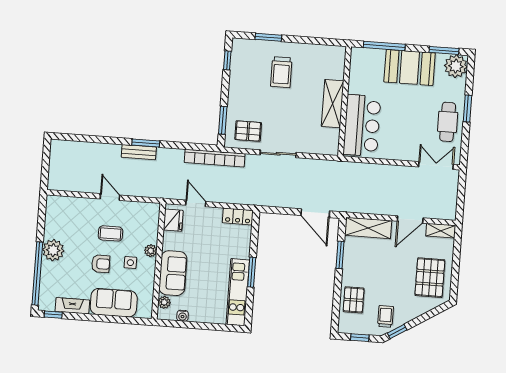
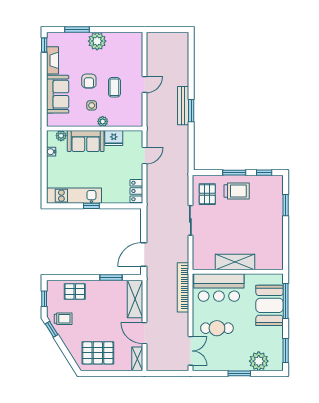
plant: (456, 66) -> (259, 361), moved
booth: (410, 67) -> (270, 305), moved
trolley: (281, 72) -> (237, 191), moved, turned 180
window: (223, 120) -> (234, 173), moved
cafe table: (448, 122) -> (217, 328), moved
bench: (139, 152) -> (183, 106), width x1.36
bookcase: (215, 158) -> (183, 287), moved
fridge: (173, 220) -> (114, 138), moved
window: (252, 272) -> (91, 206), width x0.67
window: (37, 273) -> (77, 30), width x0.47

